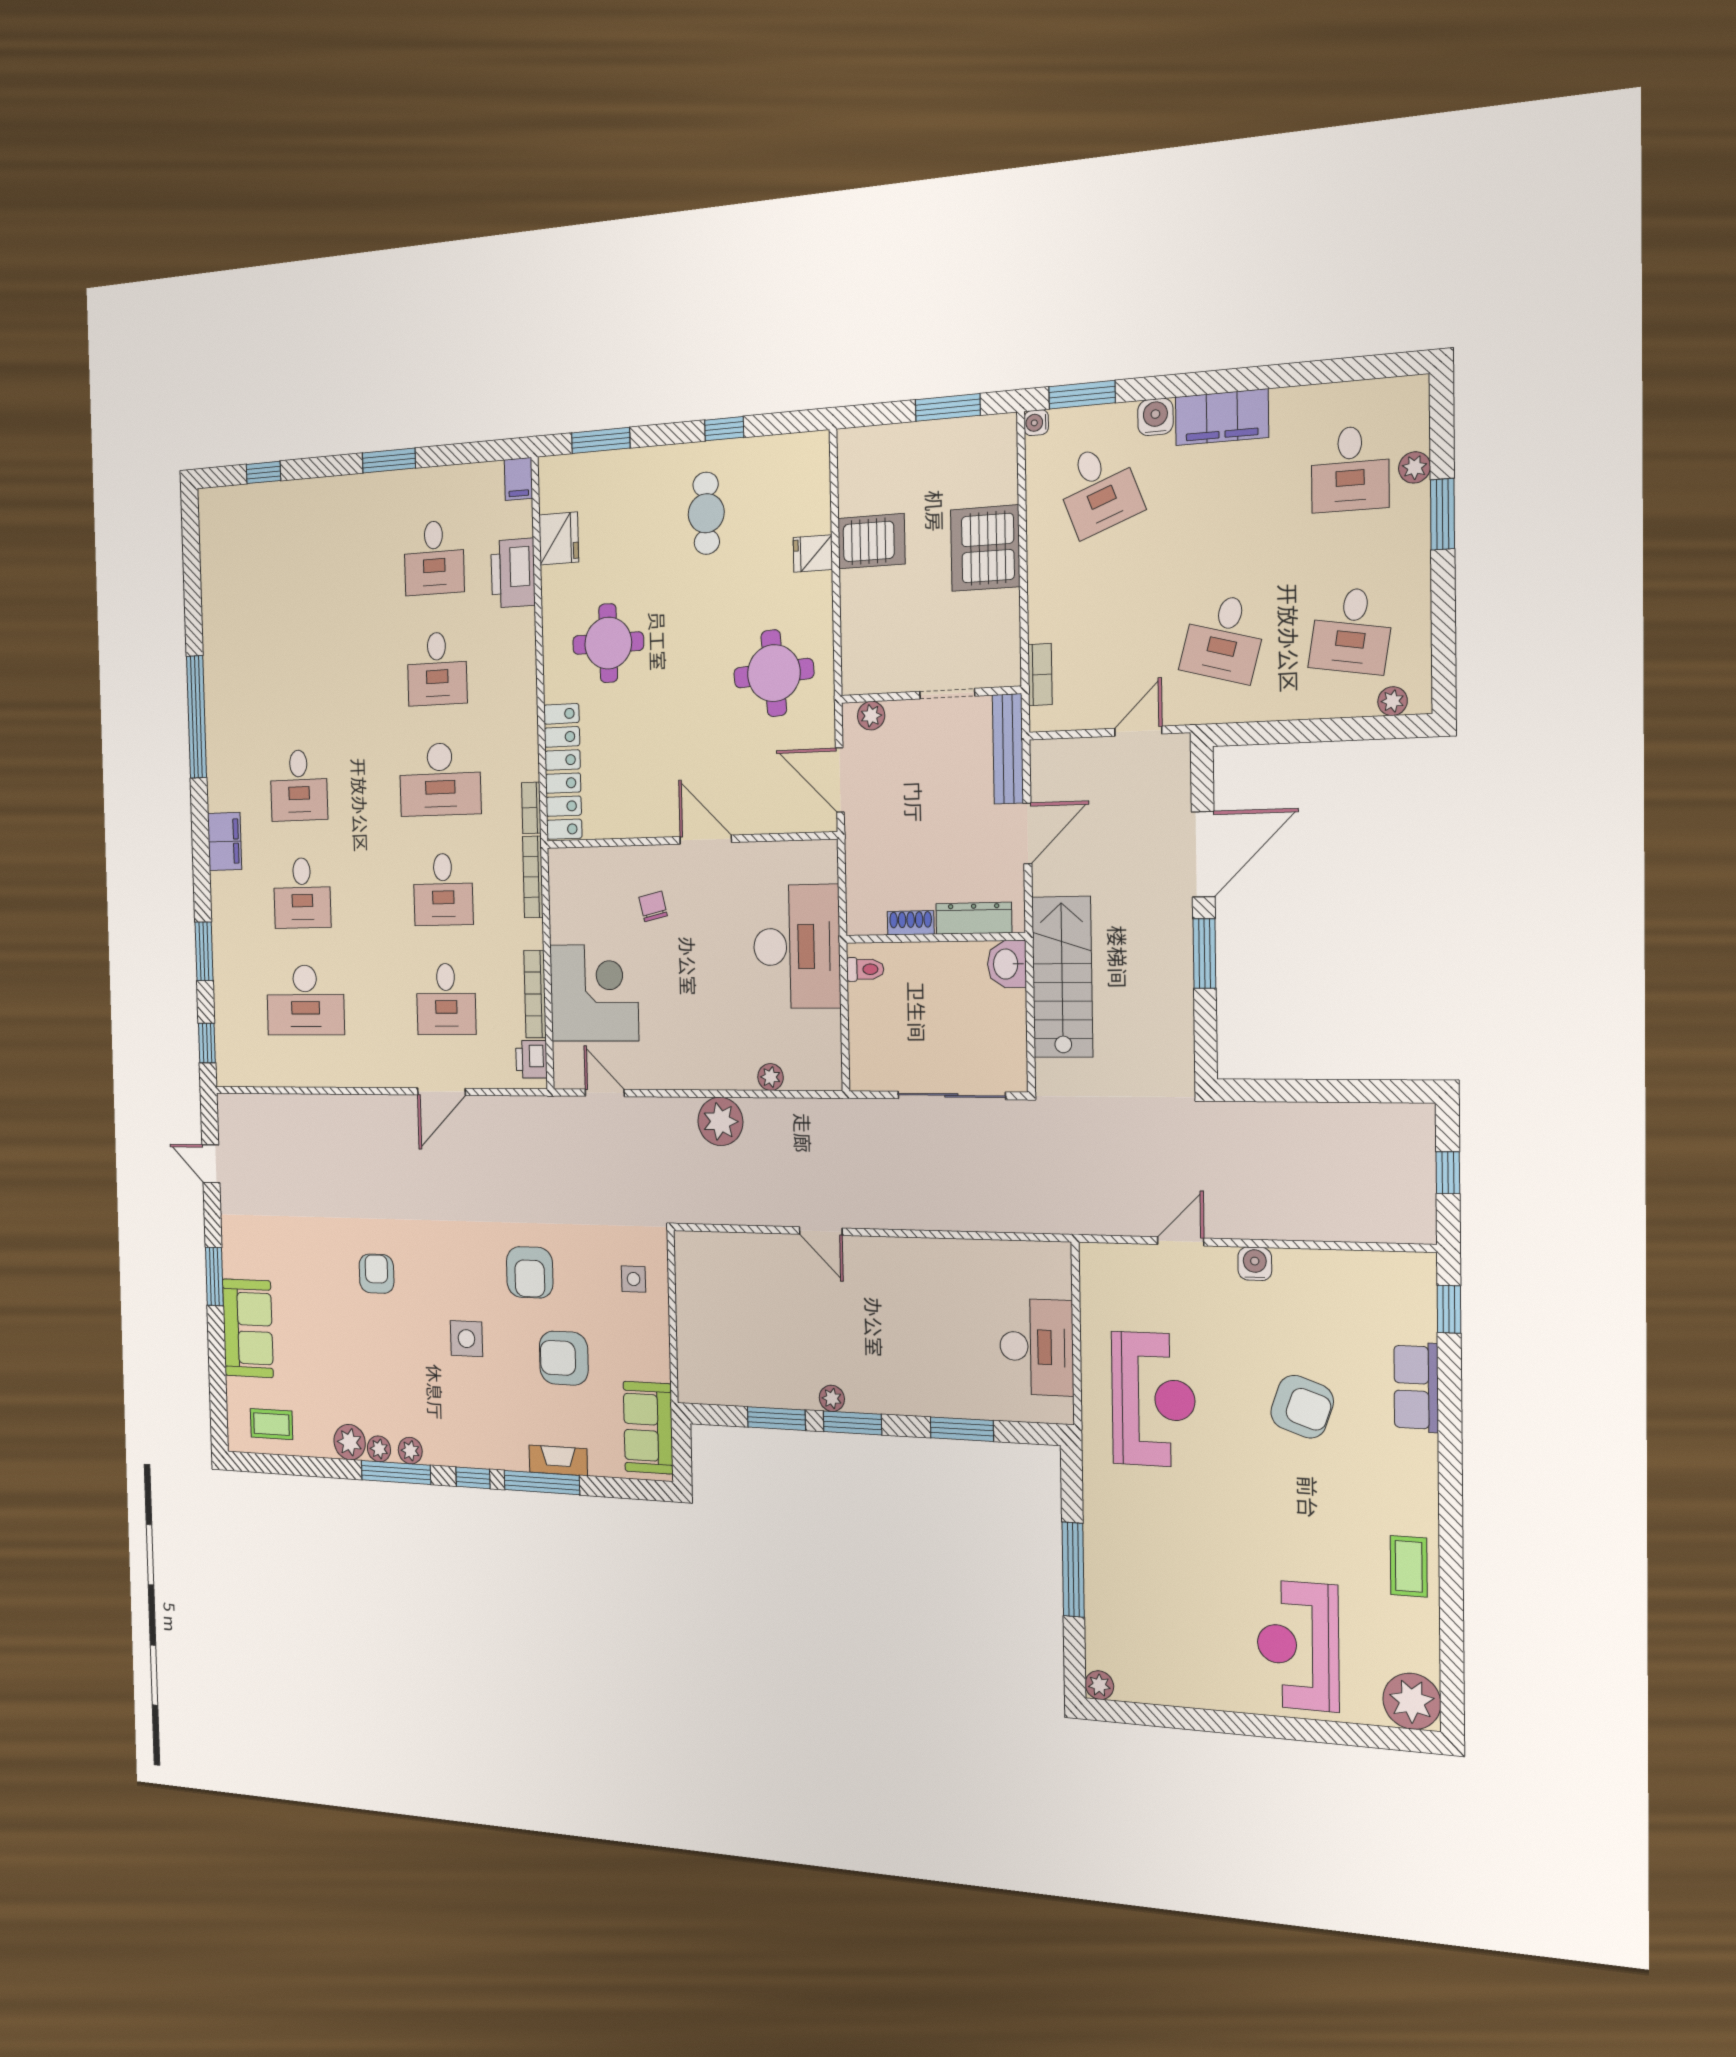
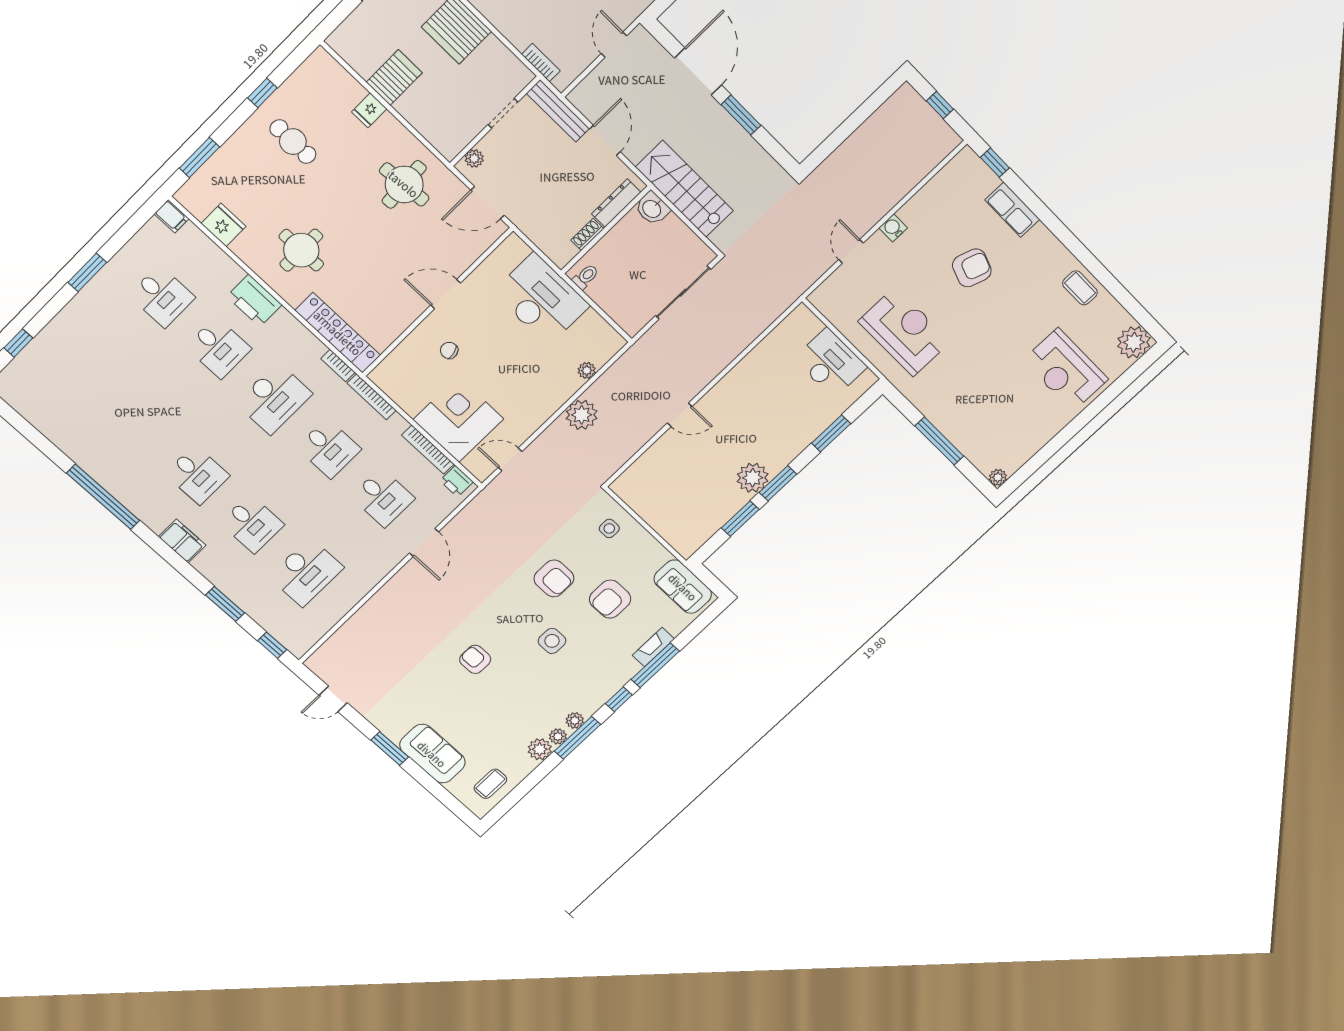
printer: (513, 573) -> (254, 301), moved
plant: (832, 1398) -> (753, 478), width x1.87, depth x1.87

